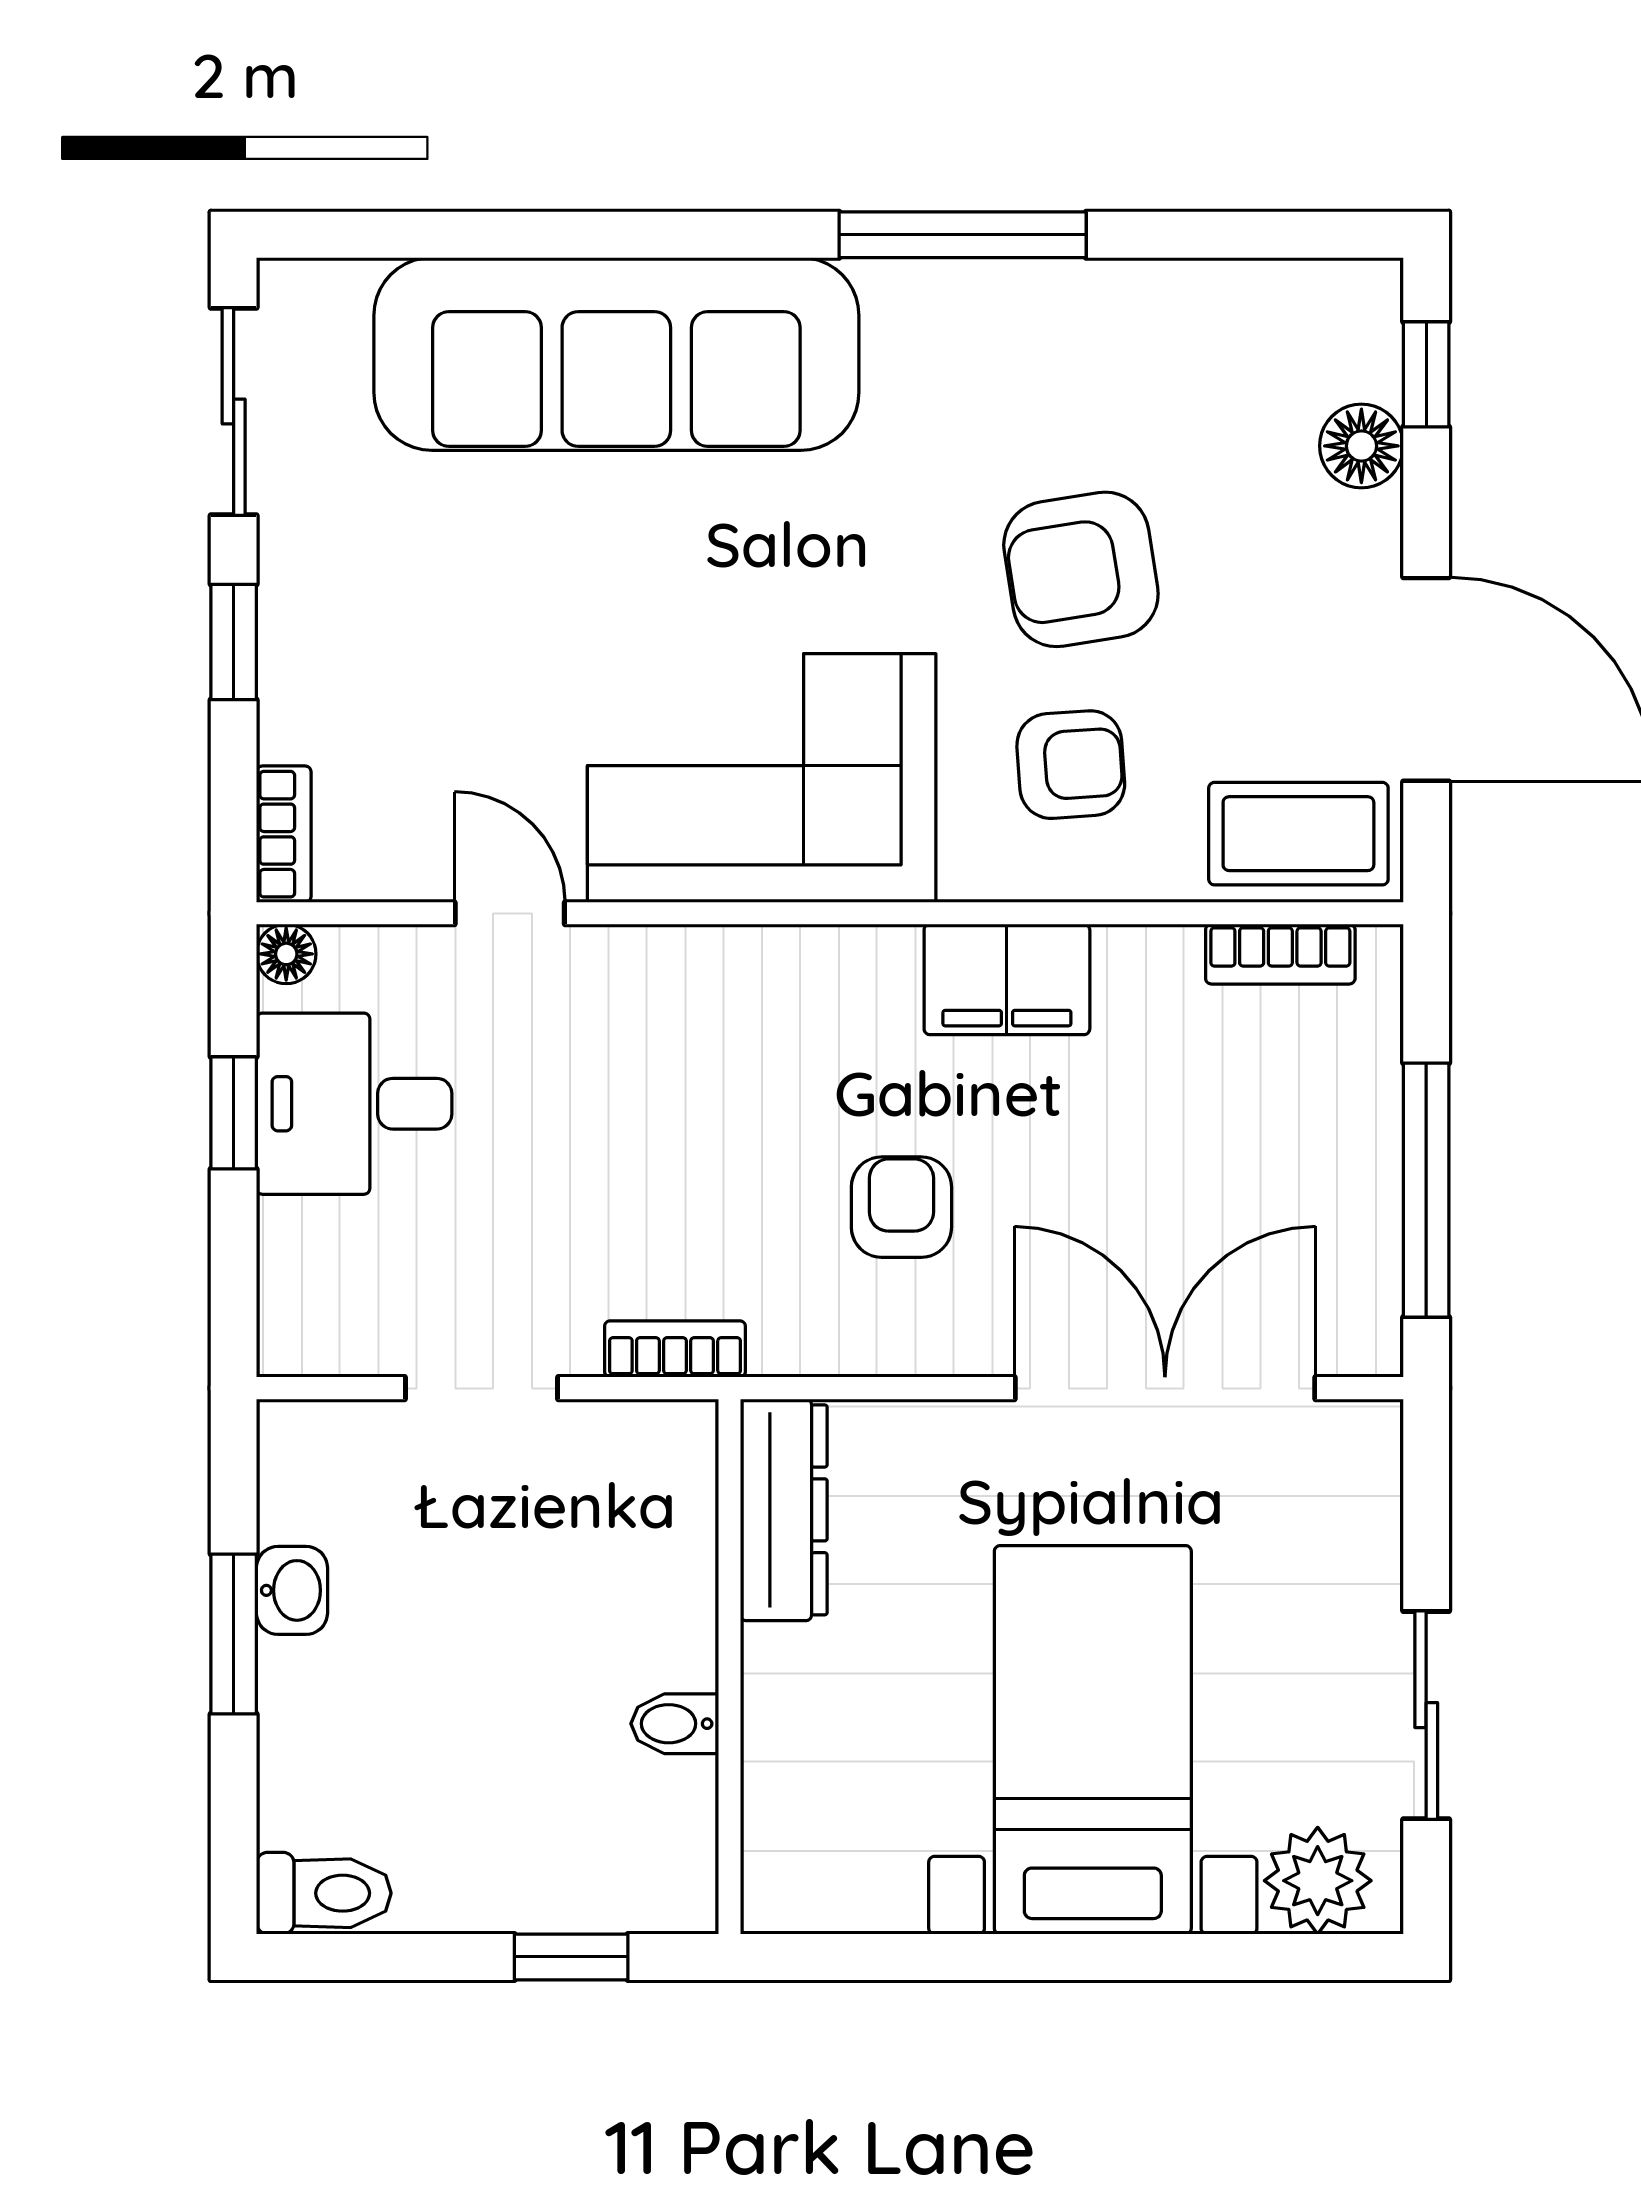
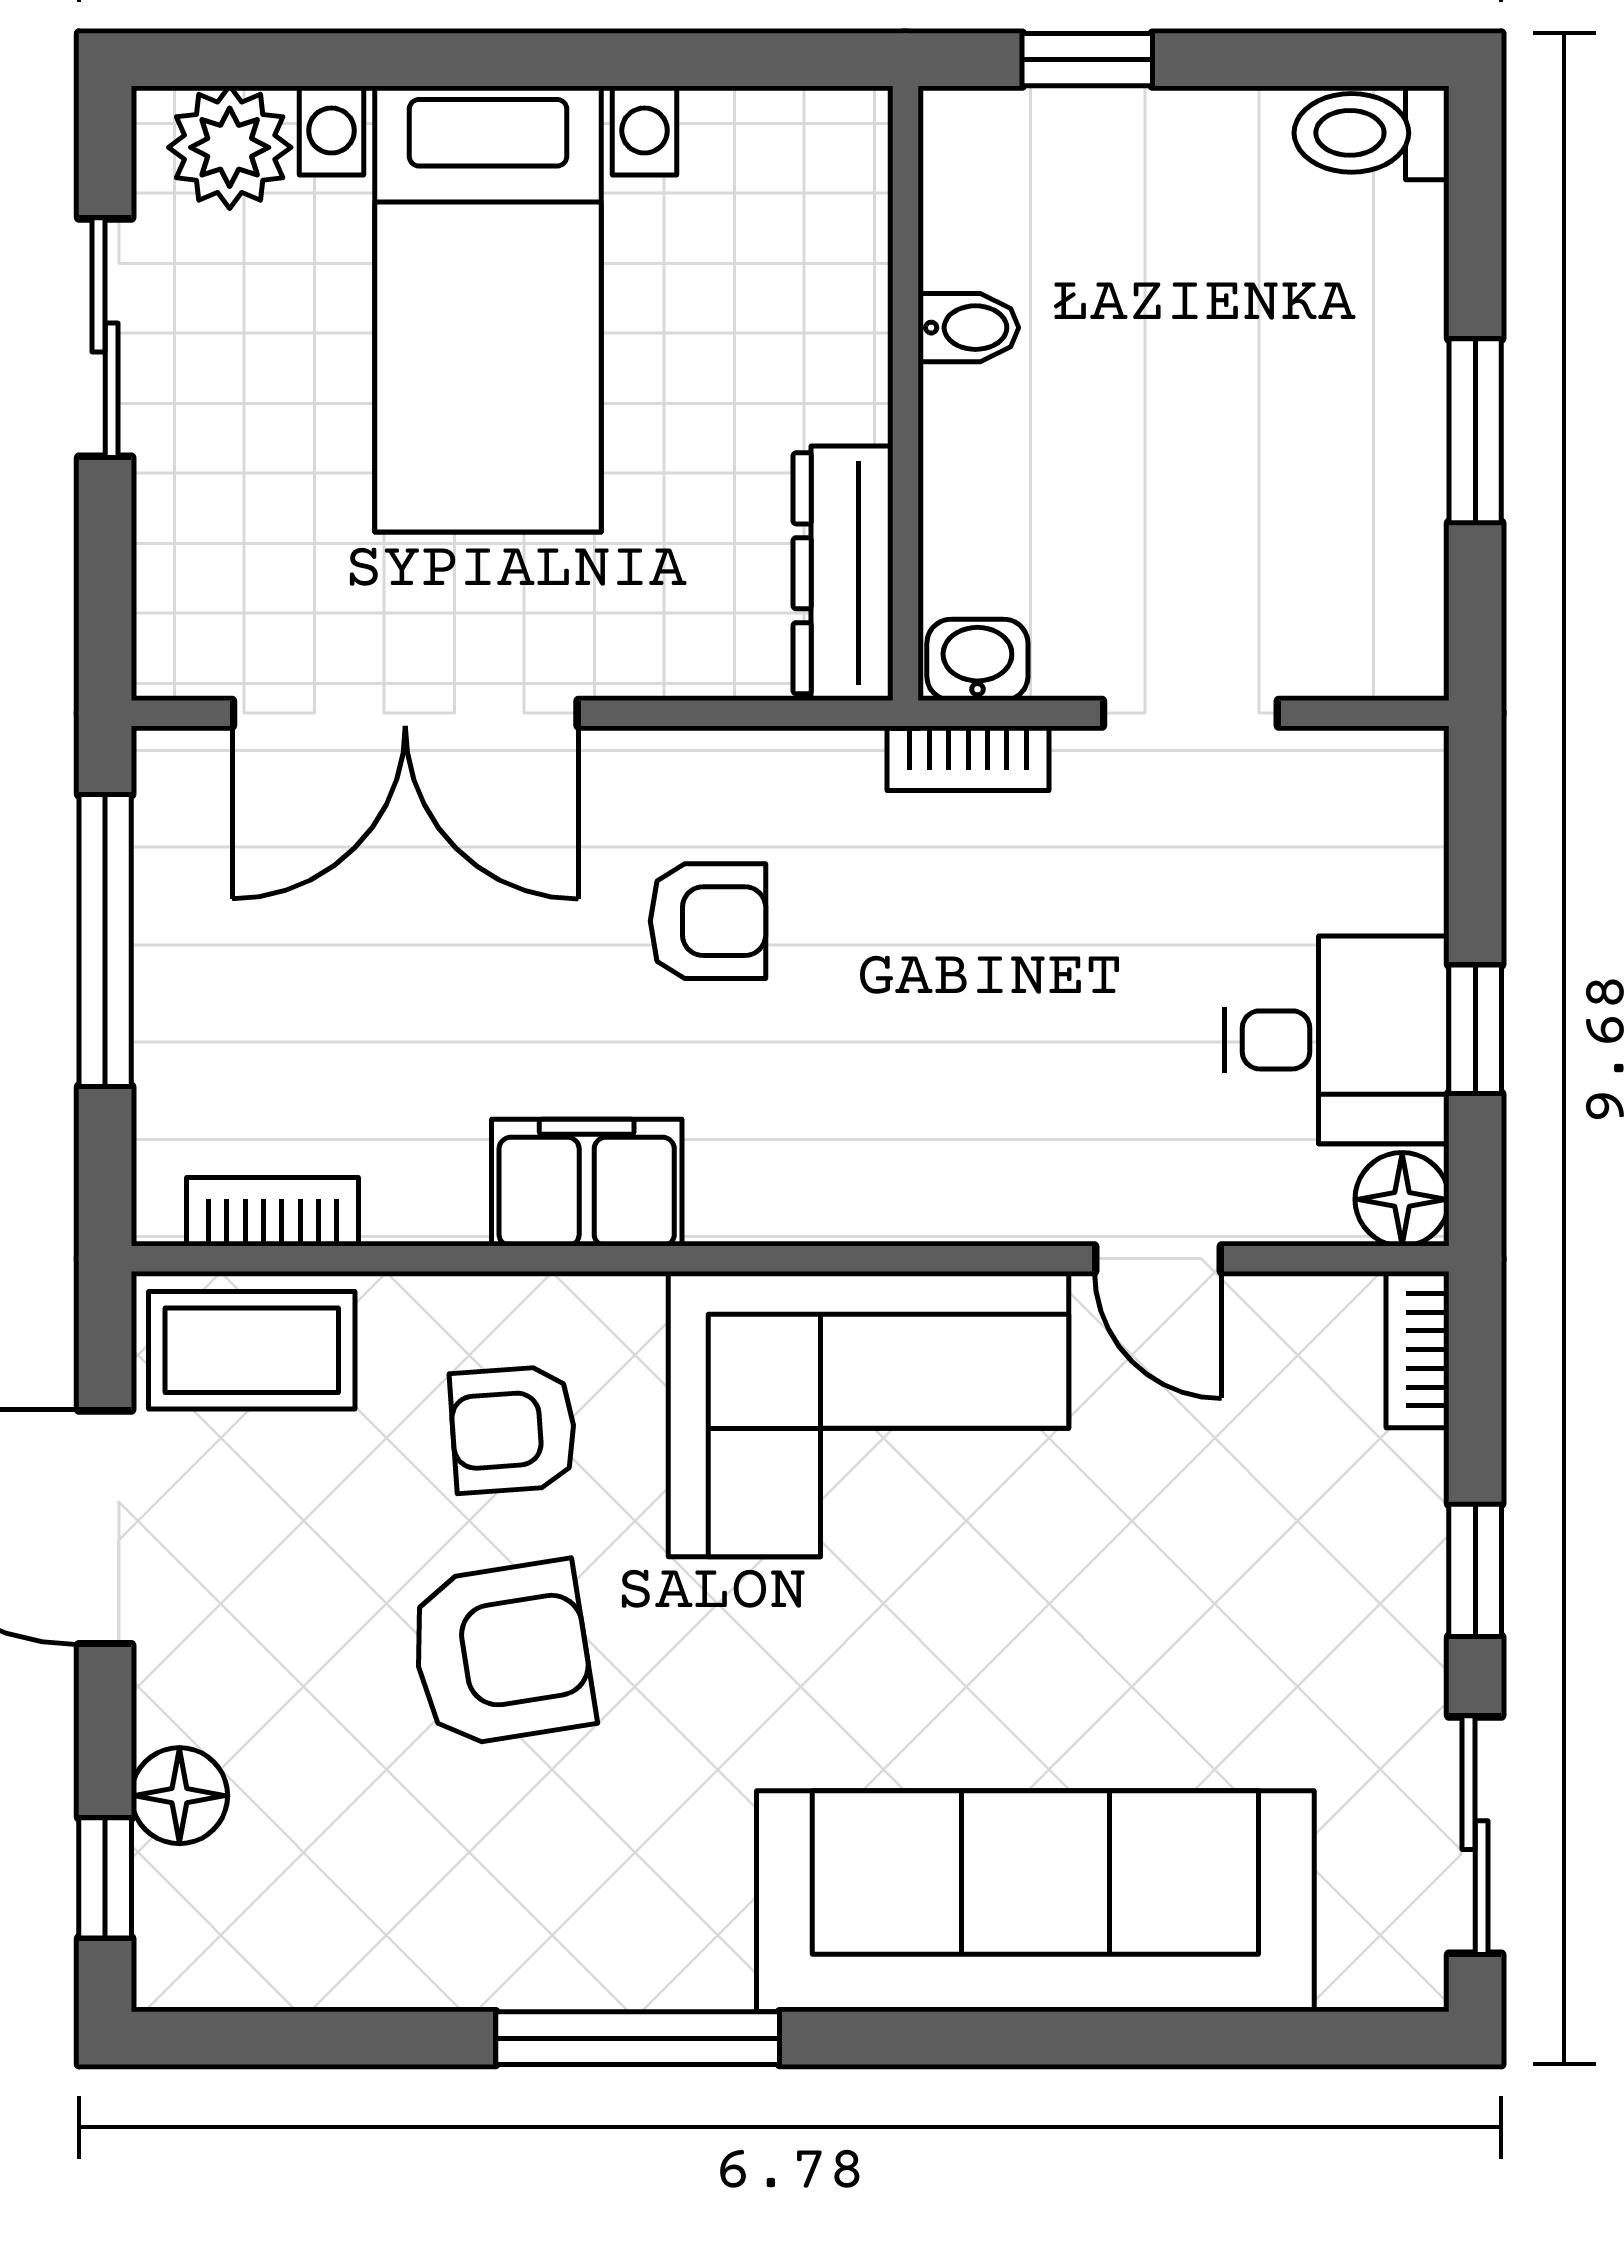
floor lamp: (286, 954) -> (1402, 1199), width x1.37, depth x1.37
armchair: (901, 1207) -> (708, 921), turned -90
washbasin: (292, 1590) -> (977, 660), moved, turned 90

